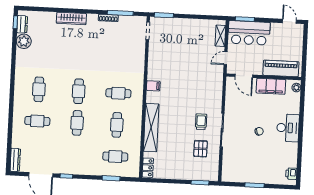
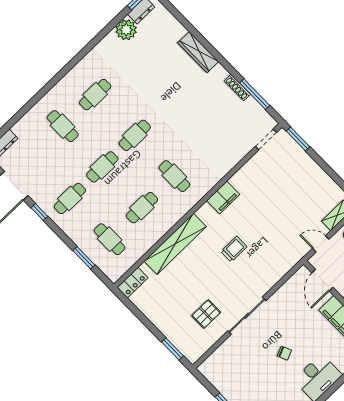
filing cabinet: (153, 86) -> (223, 197), width x2.00
trolley: (201, 122) -> (234, 249), moved
cafe table: (76, 155) -> (70, 198), added

